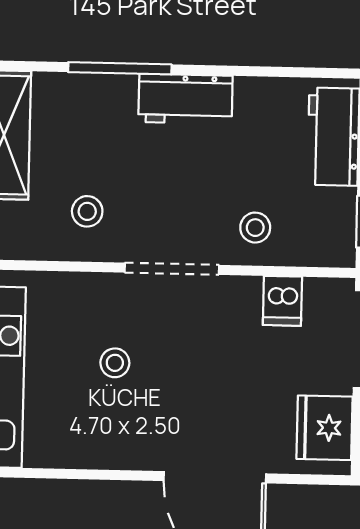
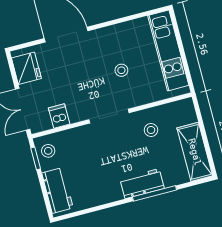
workbench: (185, 99) -> (142, 184), moved
stool: (255, 228) -> (48, 151), moved

